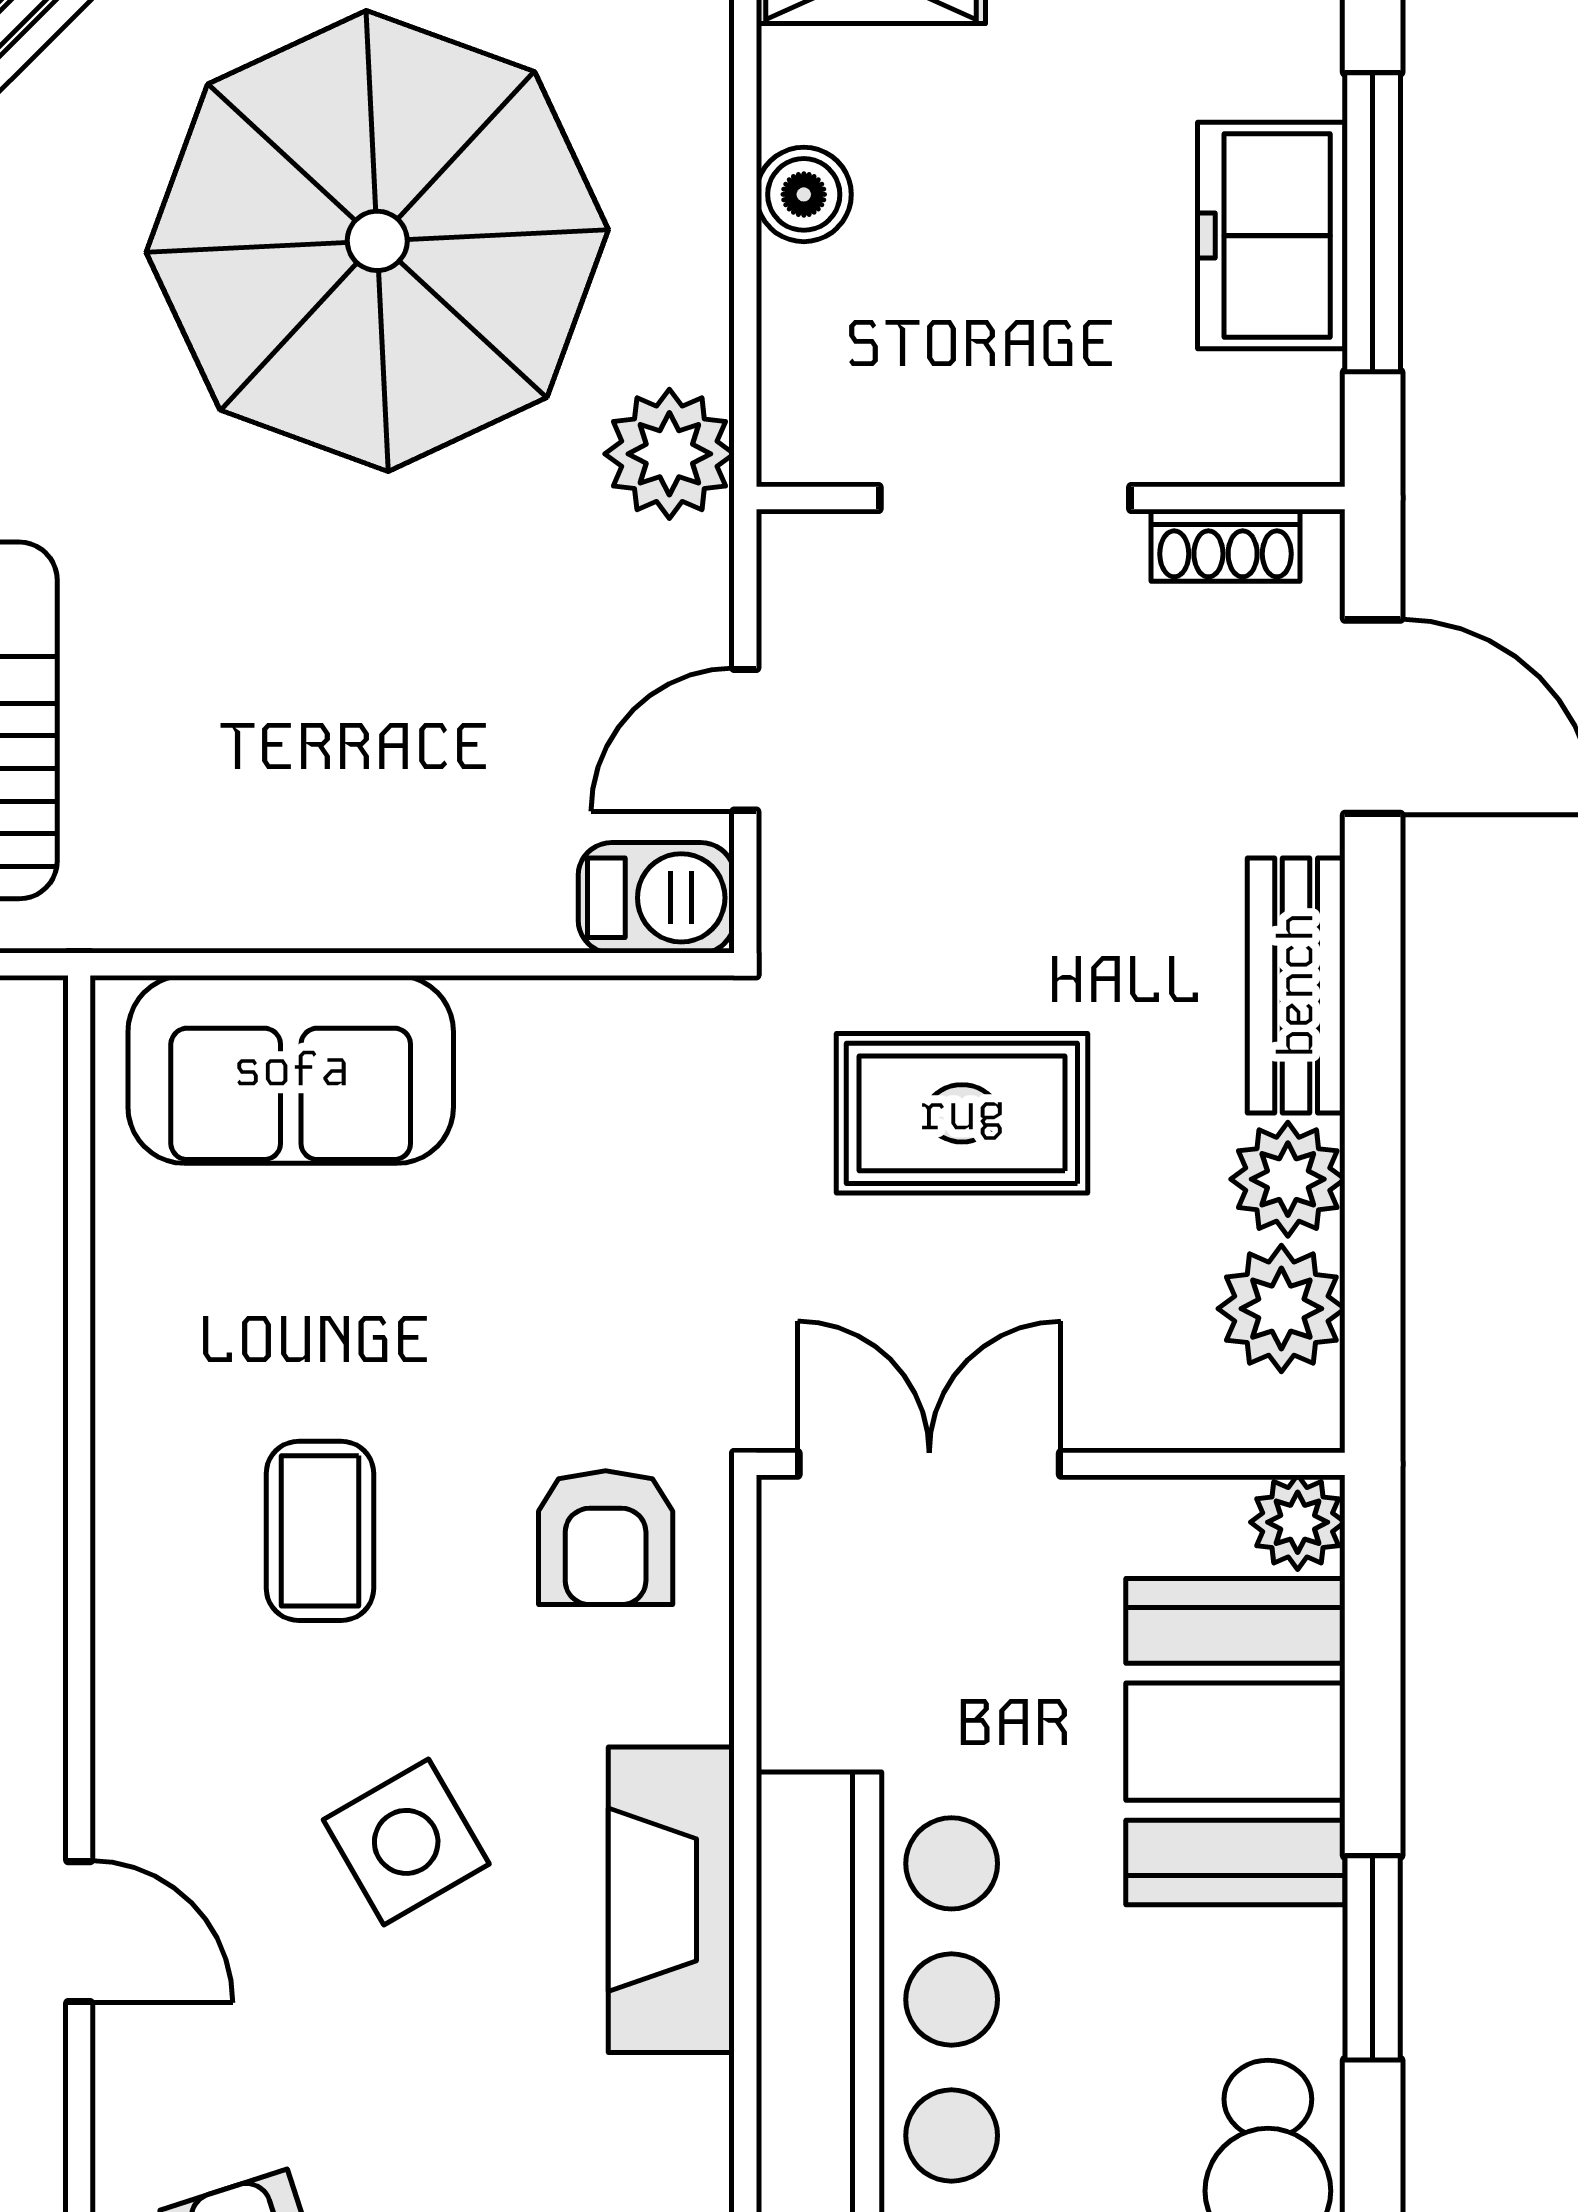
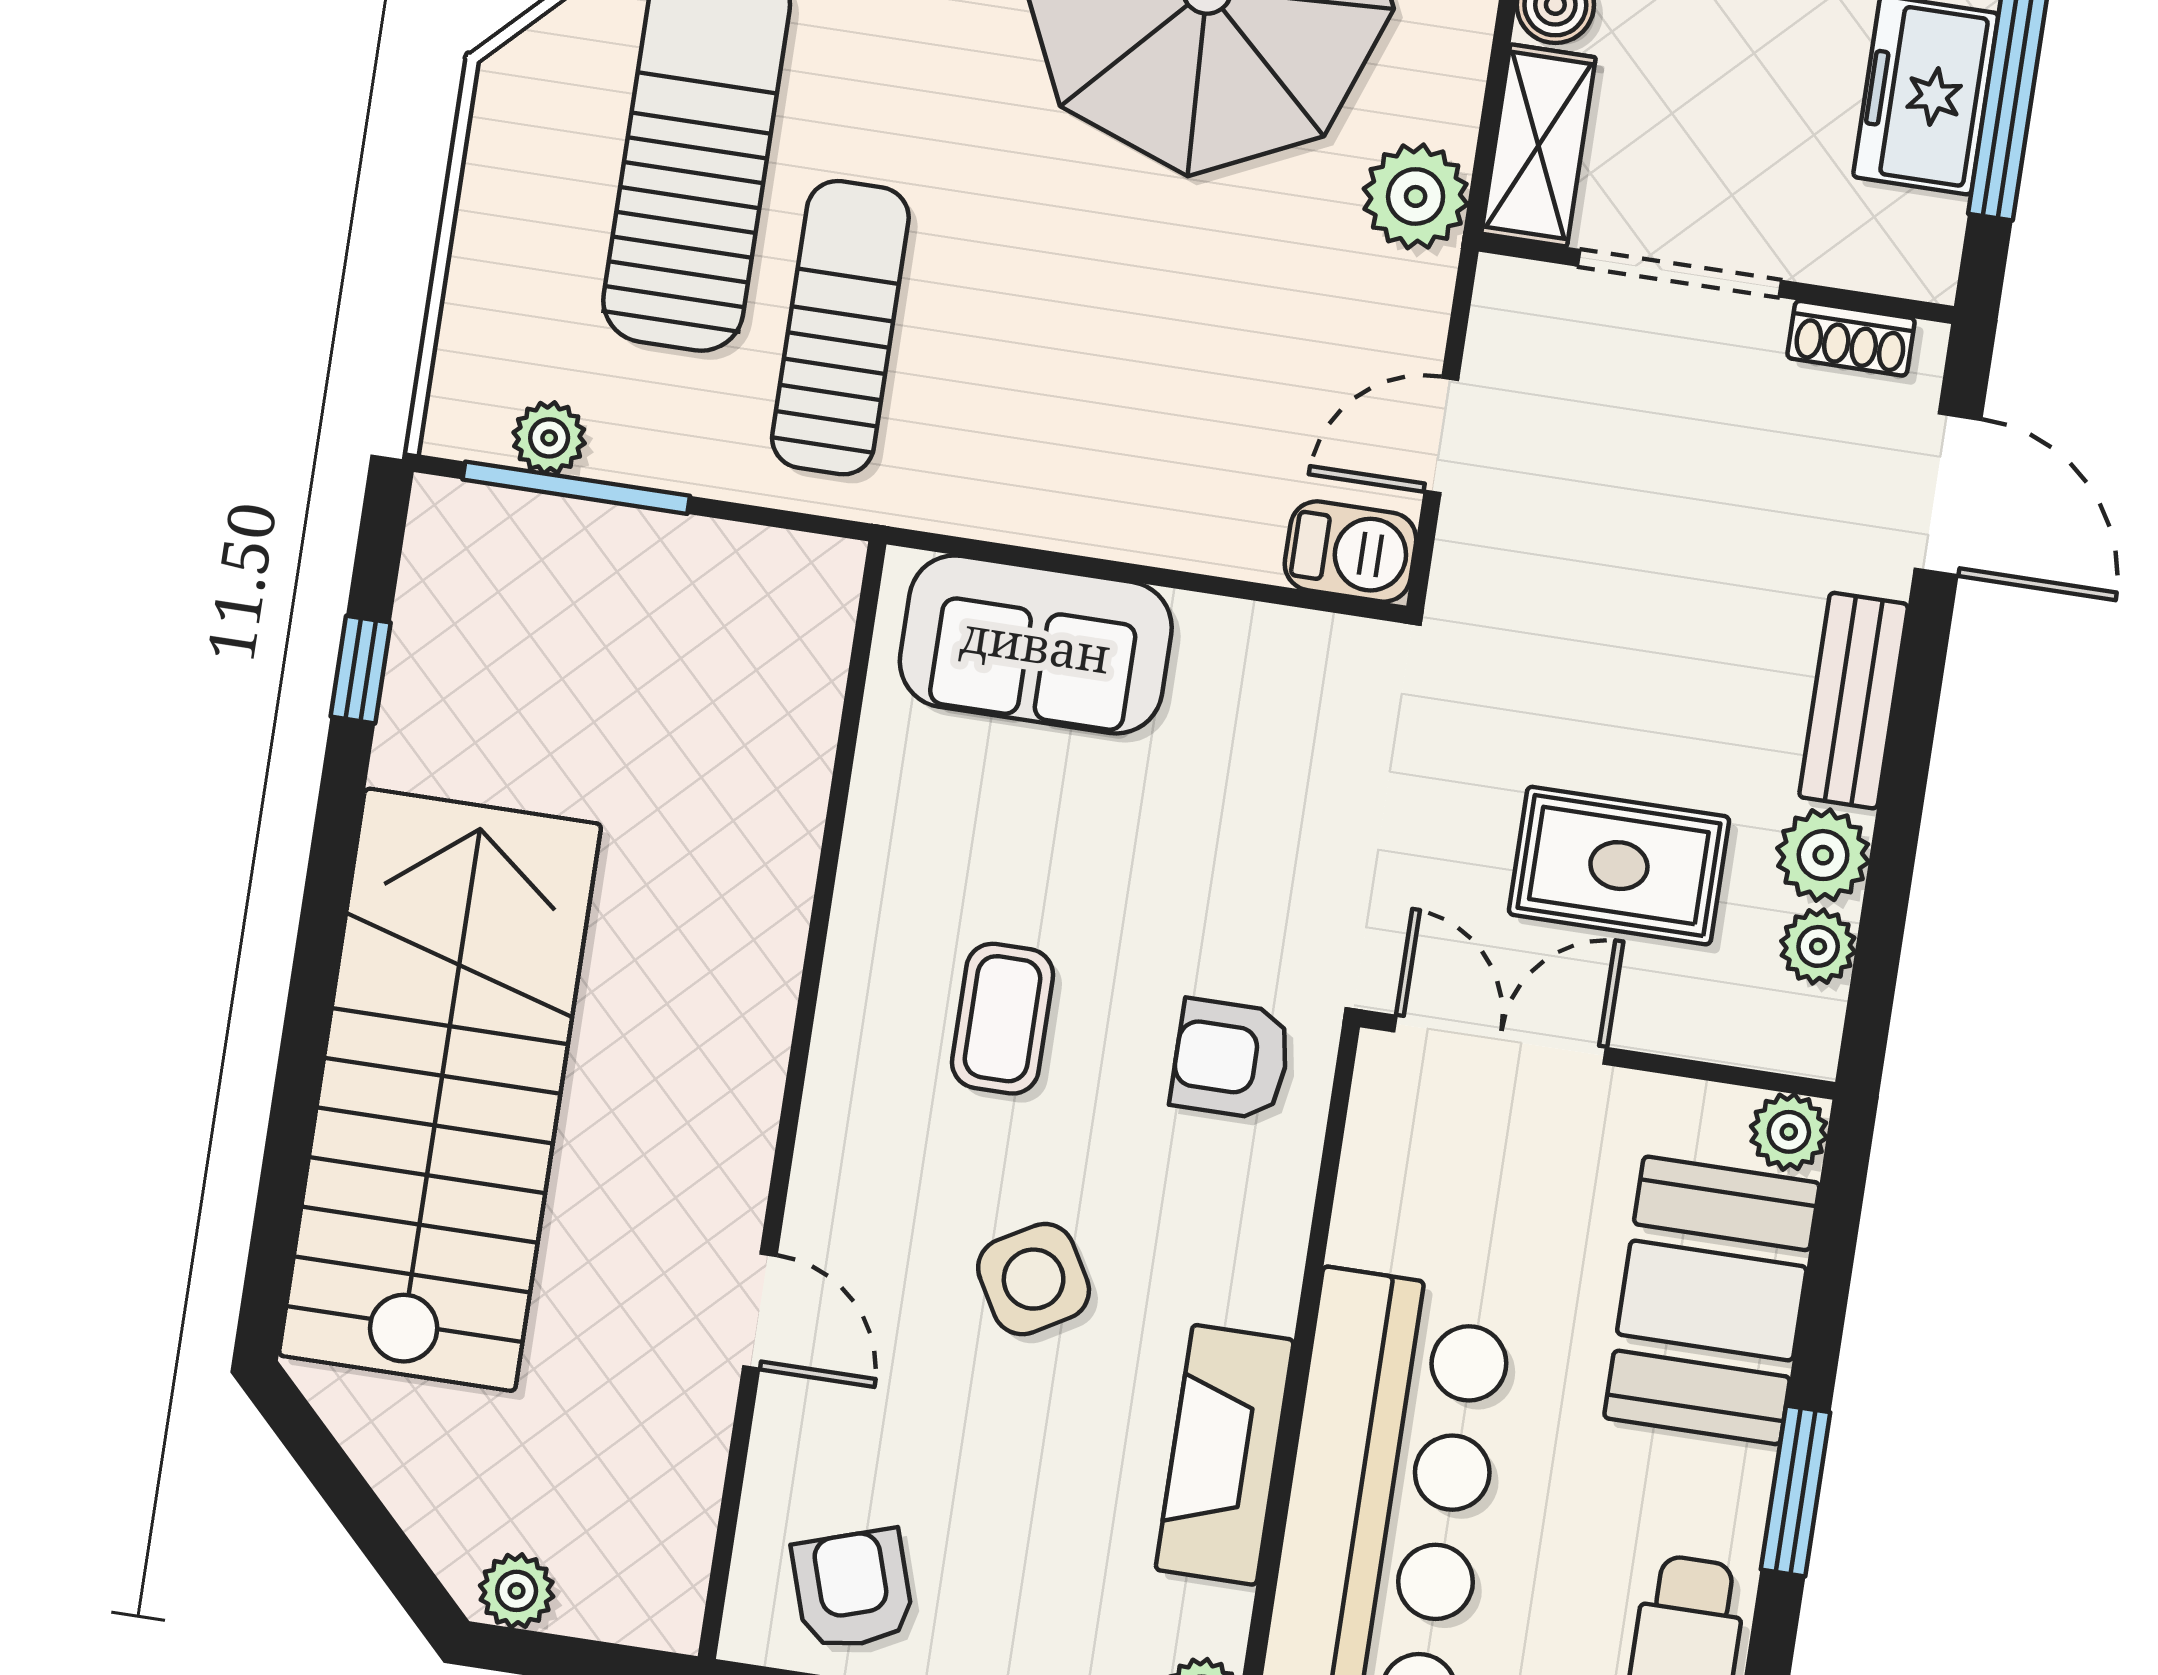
shelving: (810, 369) -> (1539, 145), added
rug: (962, 1113) -> (1619, 866), moved
plant: (1281, 1309) -> (1818, 946), width x0.73, depth x0.73
armchair: (606, 1538) -> (1231, 1059), turned 90
fireplace: (671, 1900) -> (1225, 1455), moved

